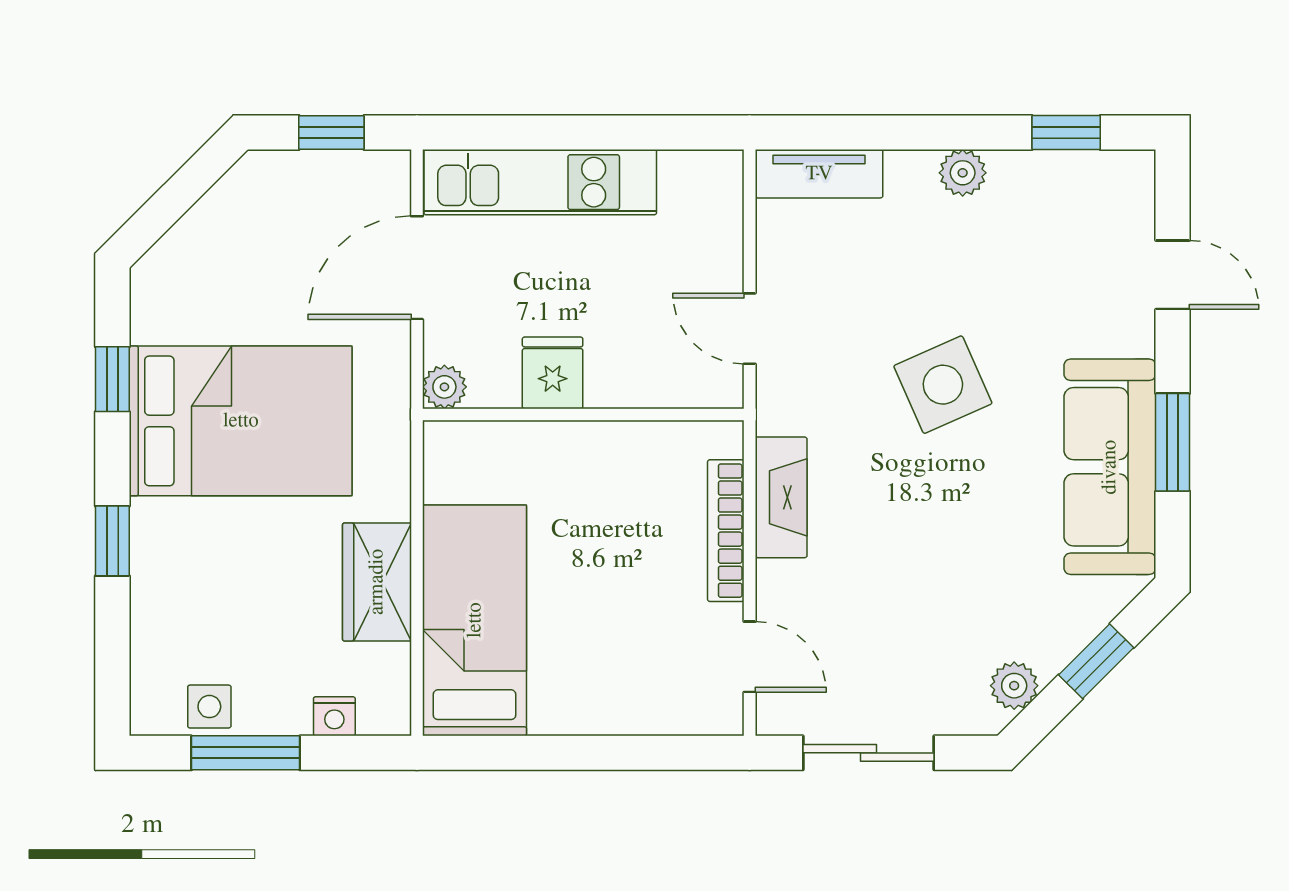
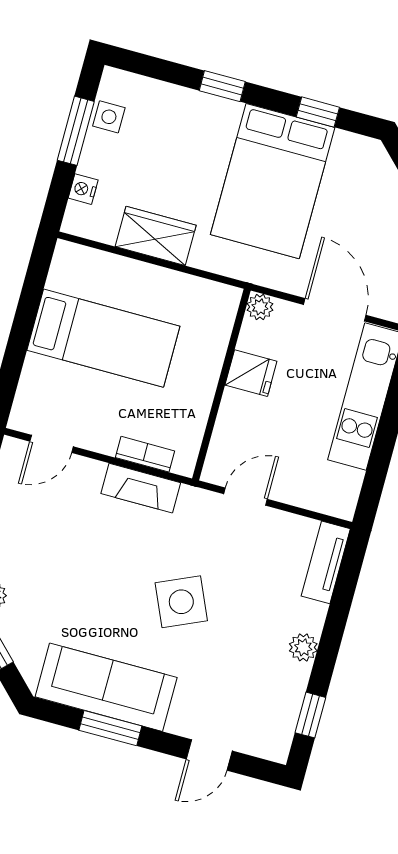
bookcase: (726, 531) -> (145, 454), width x0.64
bed: (475, 620) -> (103, 338), moved

